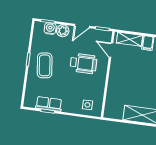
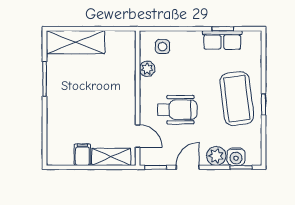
wheelchair: (83, 64) -> (177, 110), turned 180
coffee table: (45, 65) -> (237, 99), width x1.36, depth x1.32
plant: (99, 92) -> (147, 69), added

